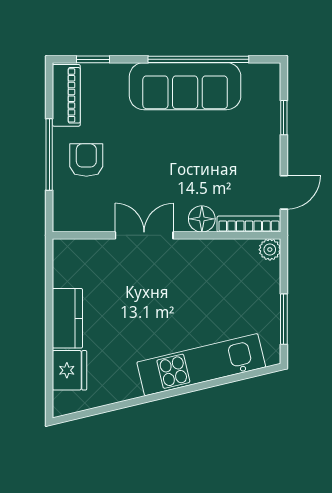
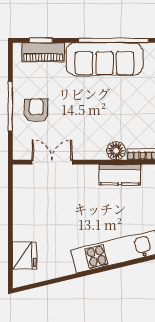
piano: (66, 95) -> (43, 52), moved, turned 90
double door: (144, 235) -> (52, 162), moved
kitchen counter: (67, 318) -> (120, 175), moved, turned 90

